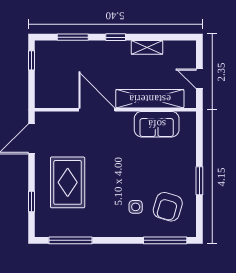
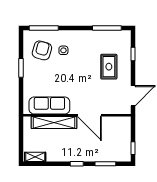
shelving: (147, 47) -> (35, 157), moved
door: (199, 79) -> (21, 136), removed
sofa: (157, 124) -> (49, 106), width x1.36
rug: (68, 182) -> (109, 67), width x0.73, depth x0.70

